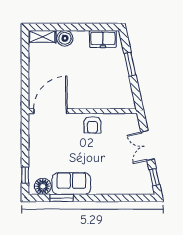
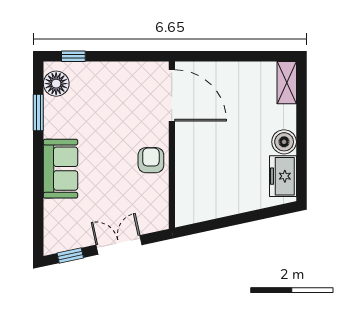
boiler: (65, 38) -> (284, 142), moved
window: (130, 64) -> (244, 218), removed
armchair: (92, 125) -> (151, 160), turned 90
sofa: (71, 184) -> (61, 169), moved

